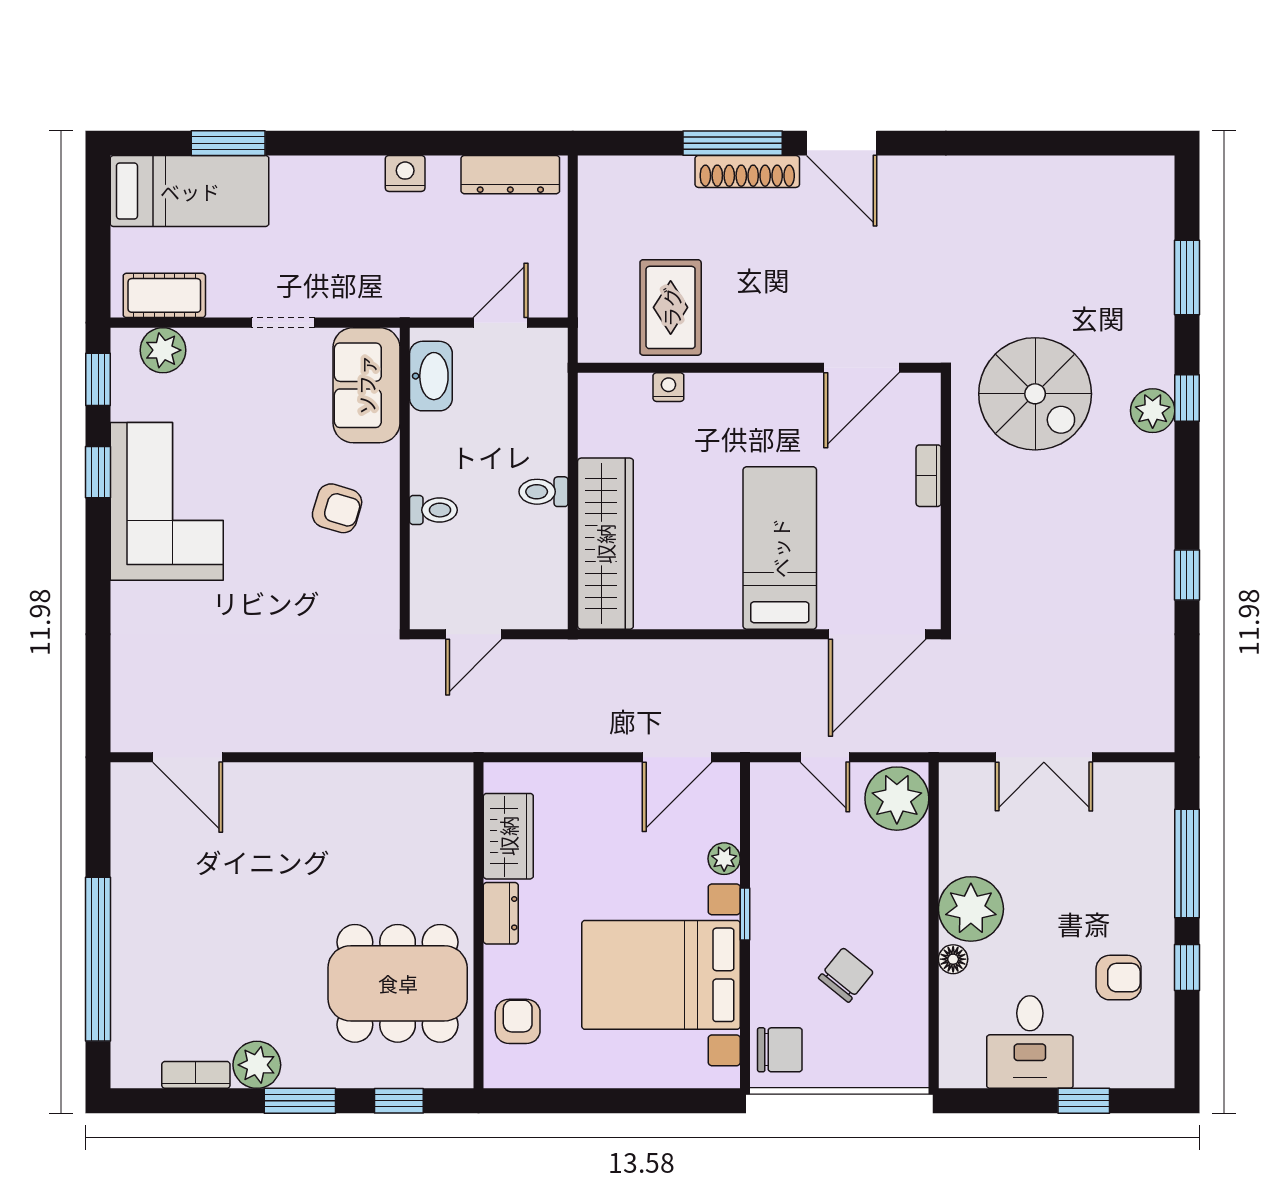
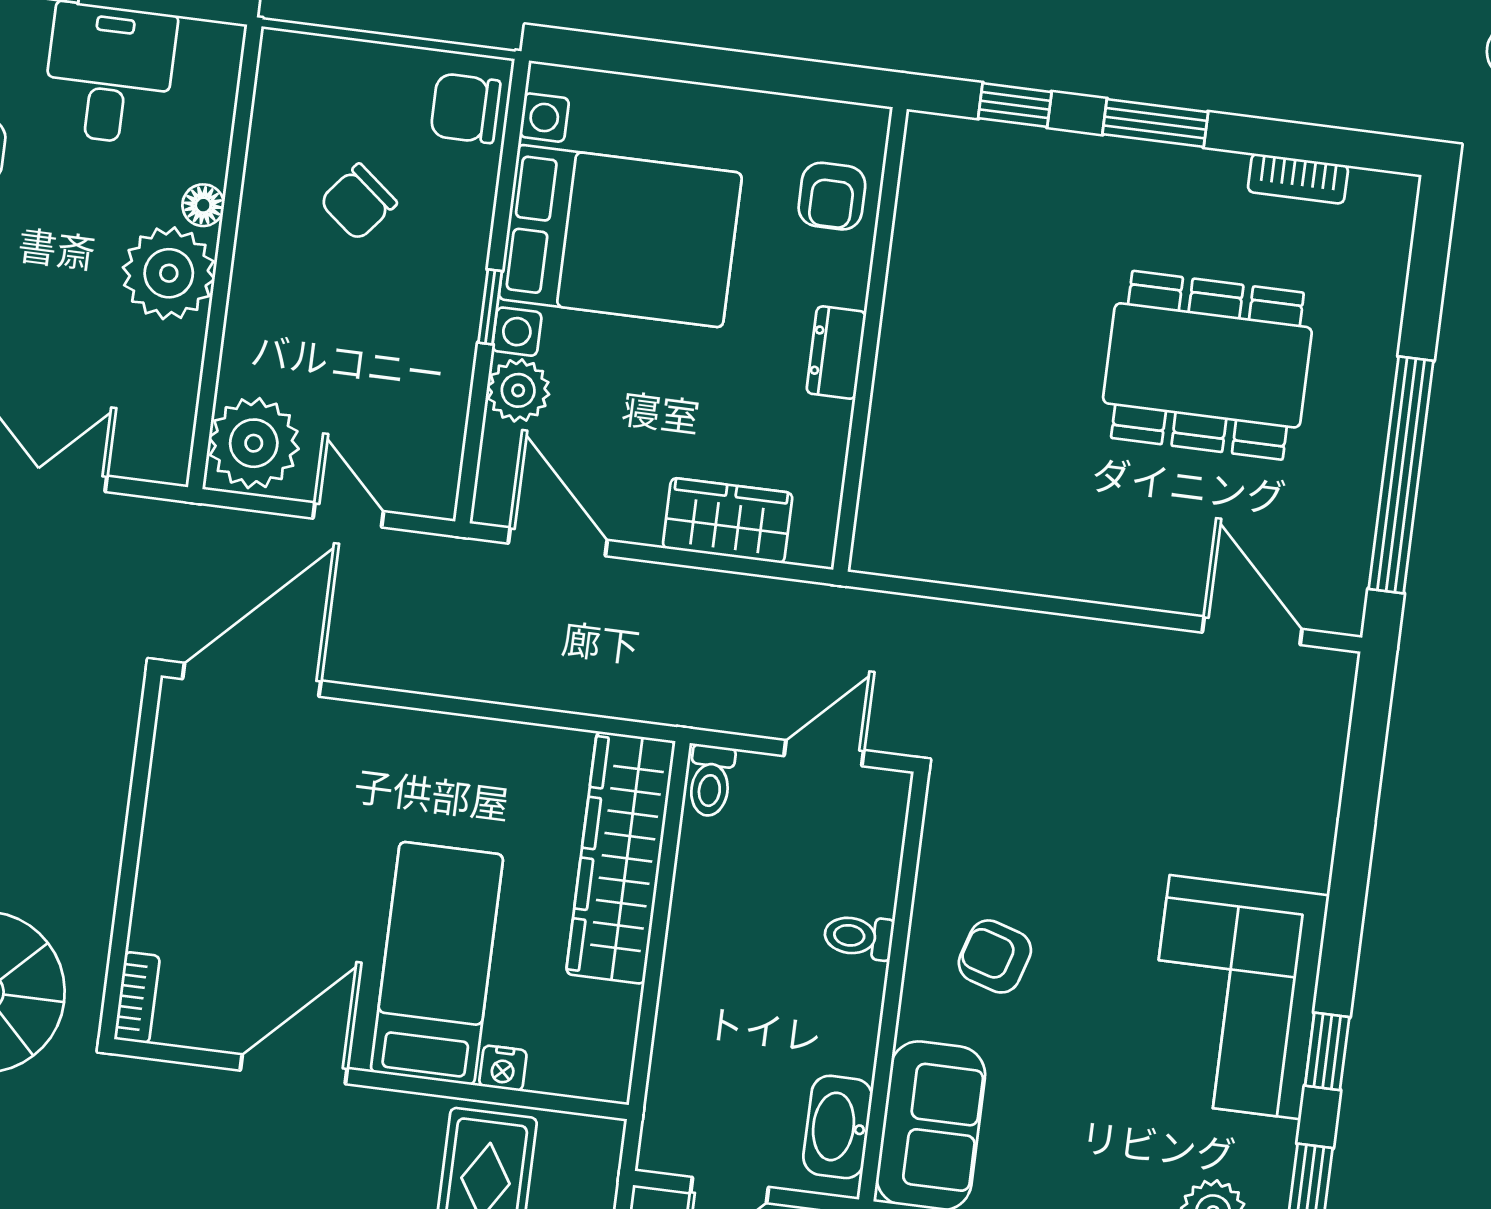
door: (861, 368) -> (294, 1069), moved
bookcase: (929, 476) -> (137, 998), moved
toilet: (543, 492) -> (711, 781), moved, turned 90
bed: (780, 548) -> (437, 963), moved, turned 180
door: (677, 757) -> (558, 542), hinge flipped
wardrobe: (508, 836) -> (728, 521), moved, turned 90
plant: (724, 859) -> (518, 390), width x1.38, depth x1.38
window: (98, 959) -> (1401, 475), moved
dining table: (398, 983) -> (1207, 365), moved
plant: (257, 1065) -> (1210, 182), removed

